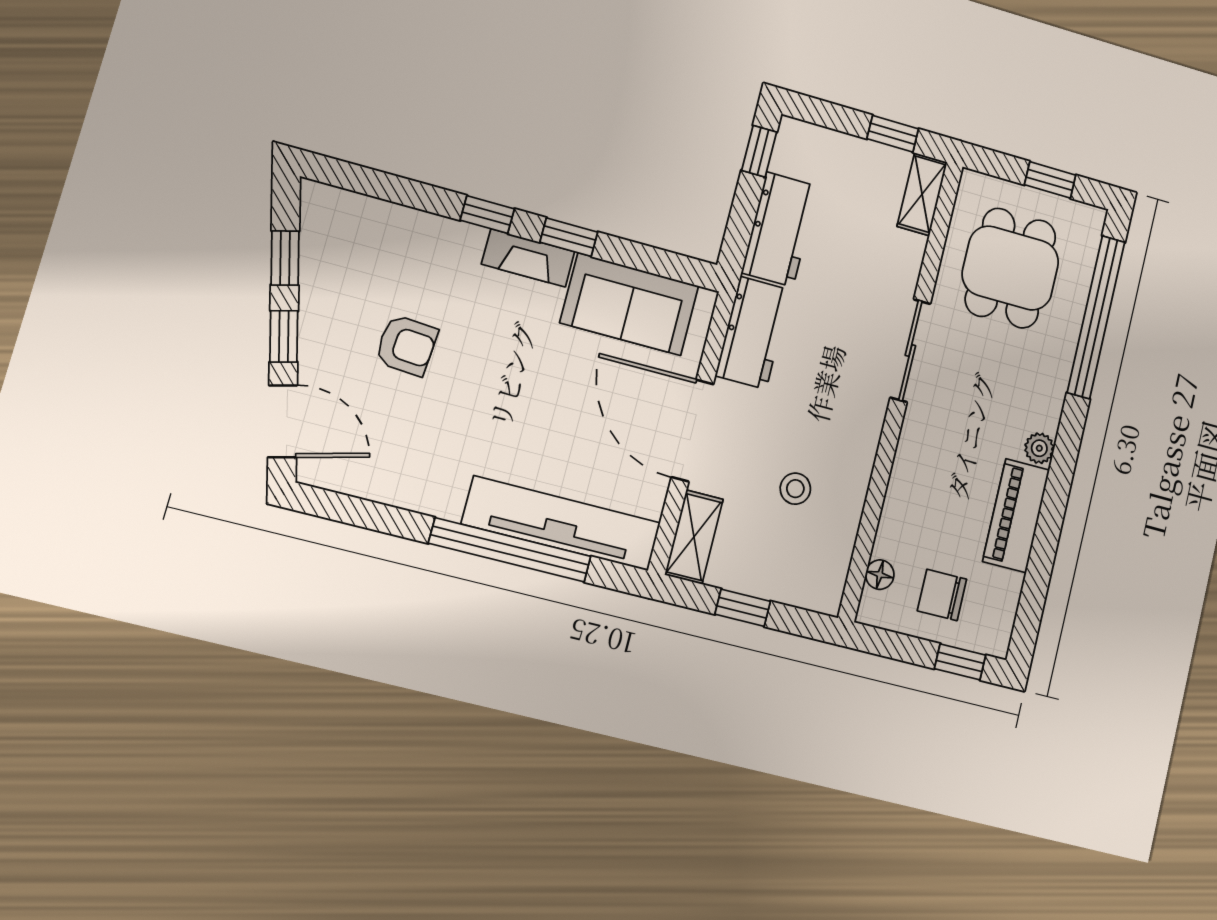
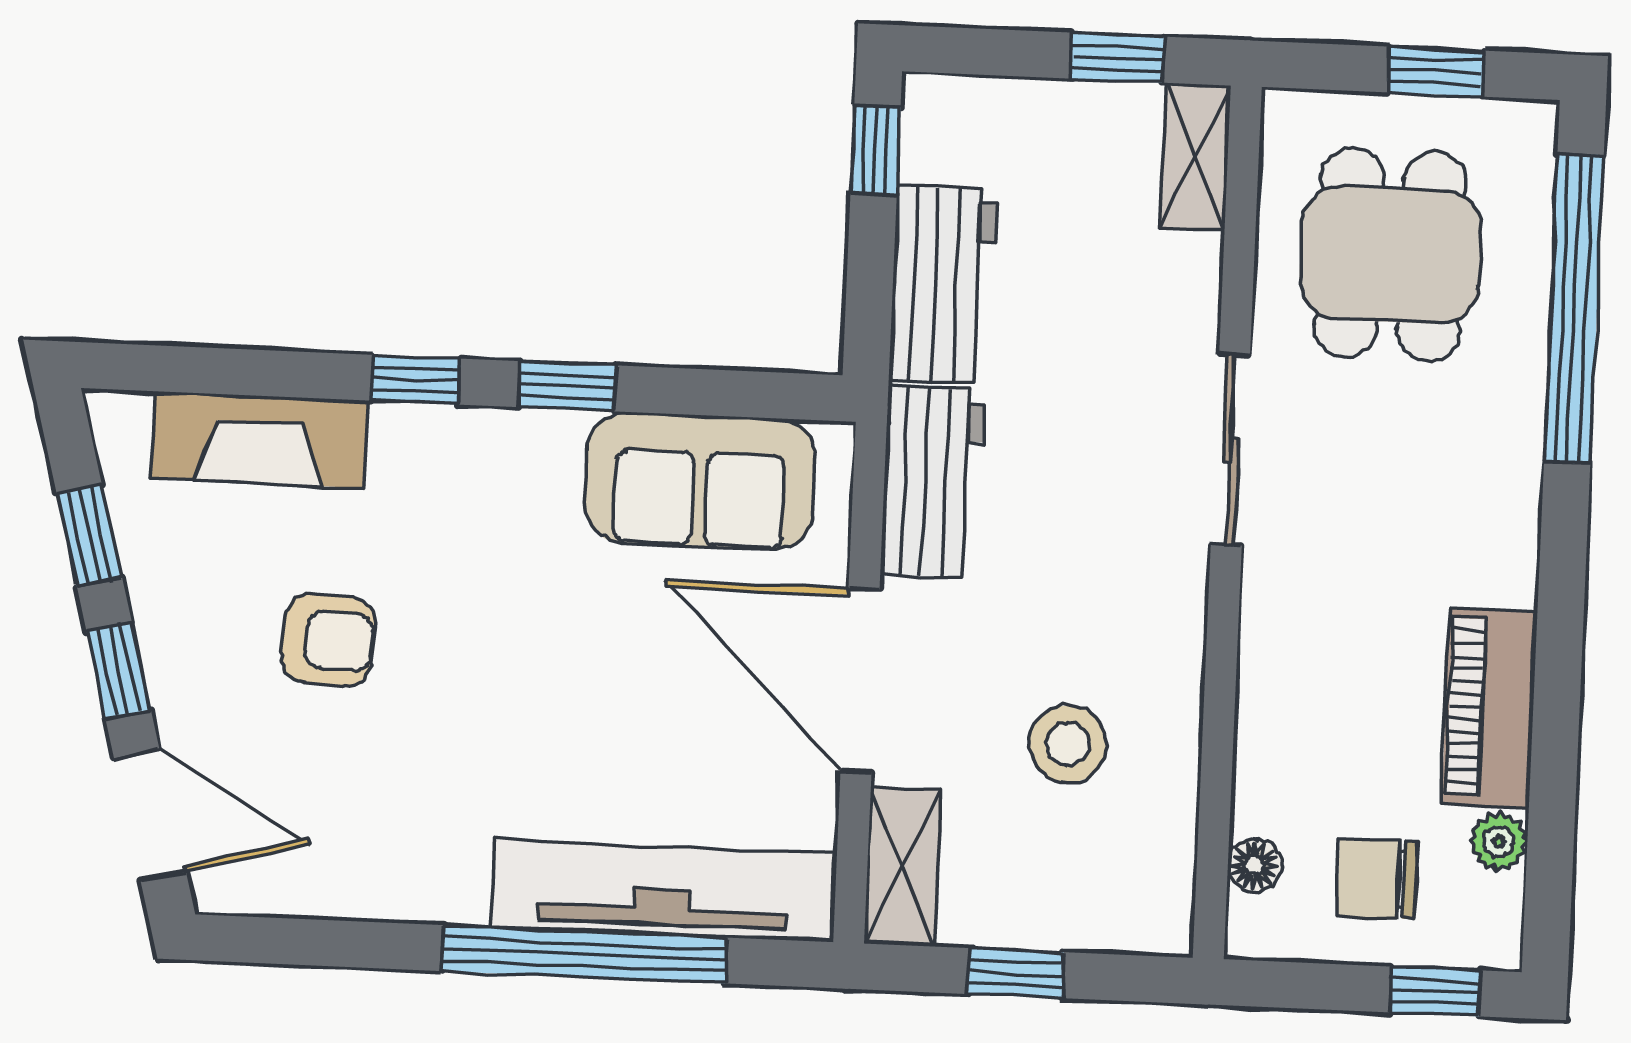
fireplace: (528, 258) -> (259, 440), moved, width x1.37, depth x1.32
plant: (1039, 448) -> (1499, 841), moved
stool: (795, 489) -> (1068, 744), width x1.37, depth x1.37

